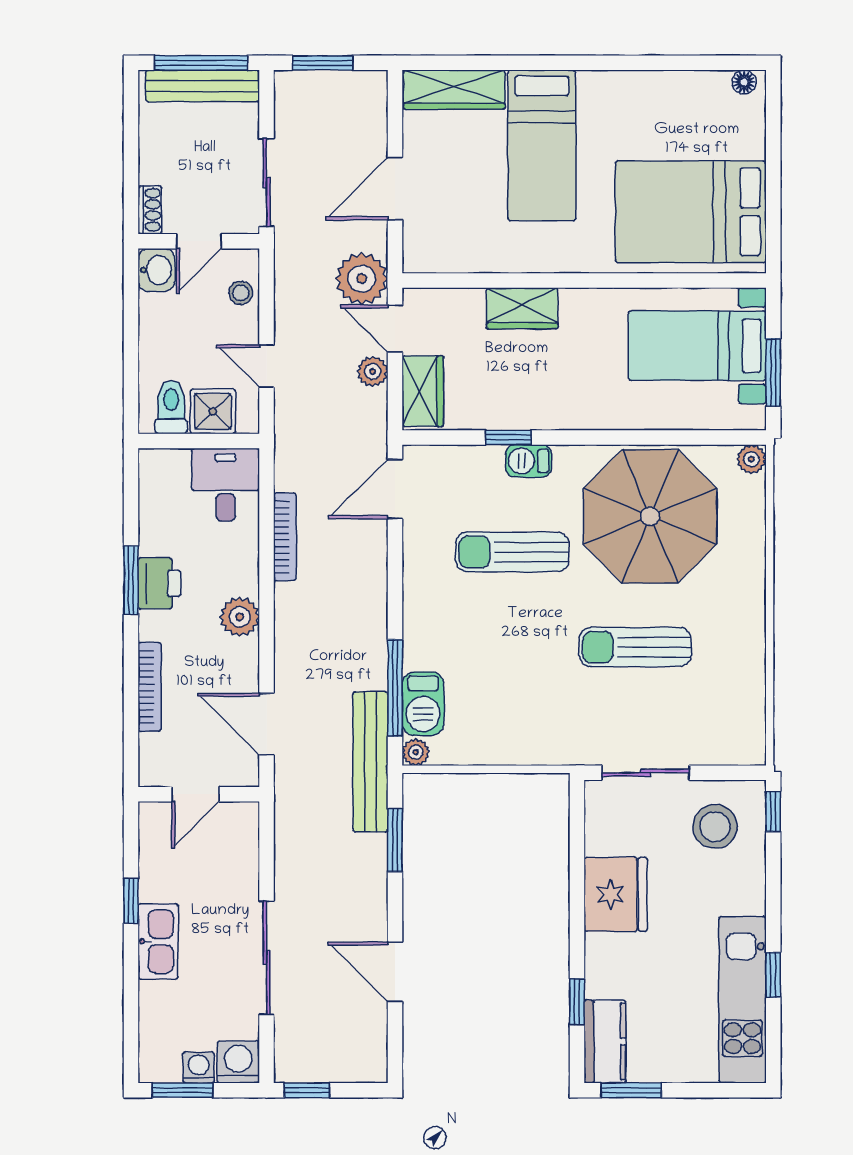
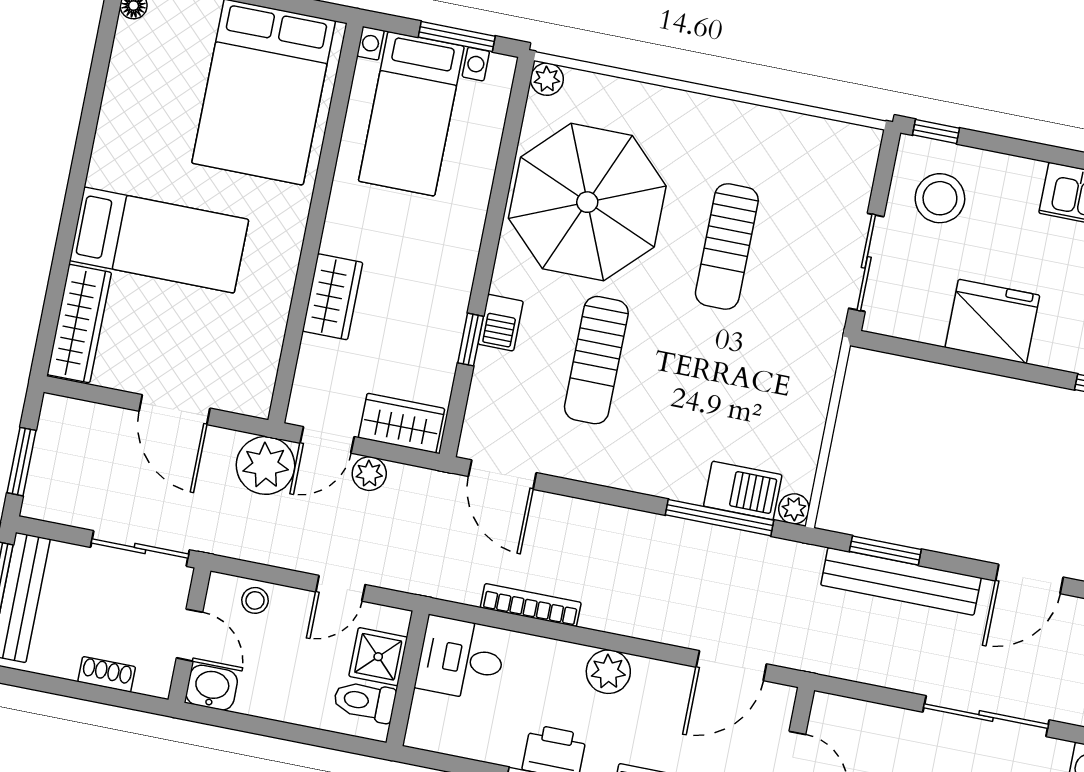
shoe rack: (150, 210) -> (107, 674), moved
bench: (370, 762) -> (901, 581), moved

